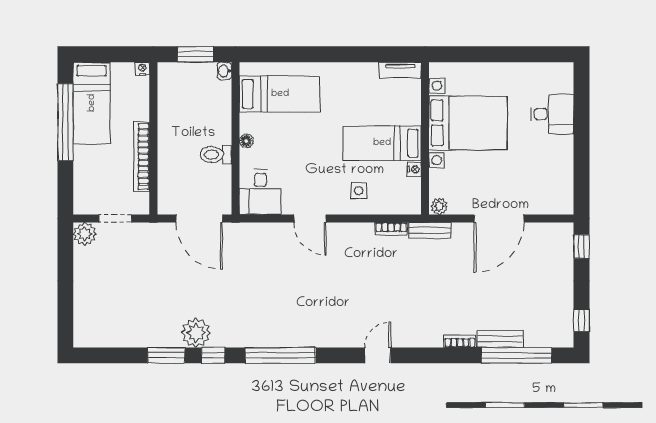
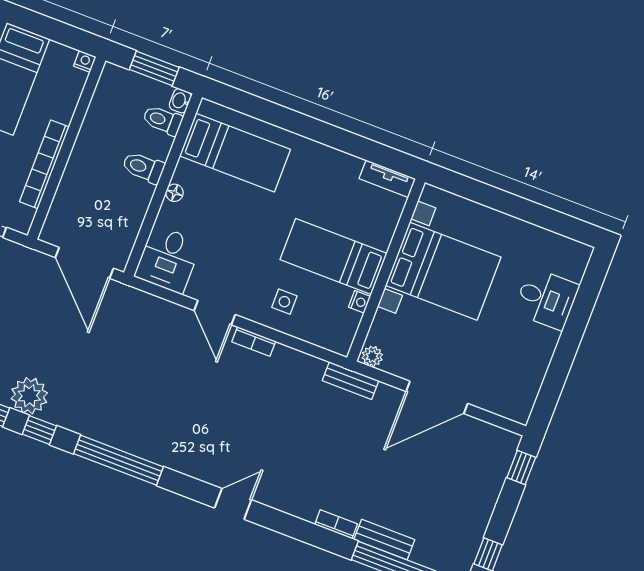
toilet: (217, 90) -> (163, 120), added
toilet: (216, 155) -> (143, 167), moved
bookcase: (391, 229) -> (254, 342), moved

